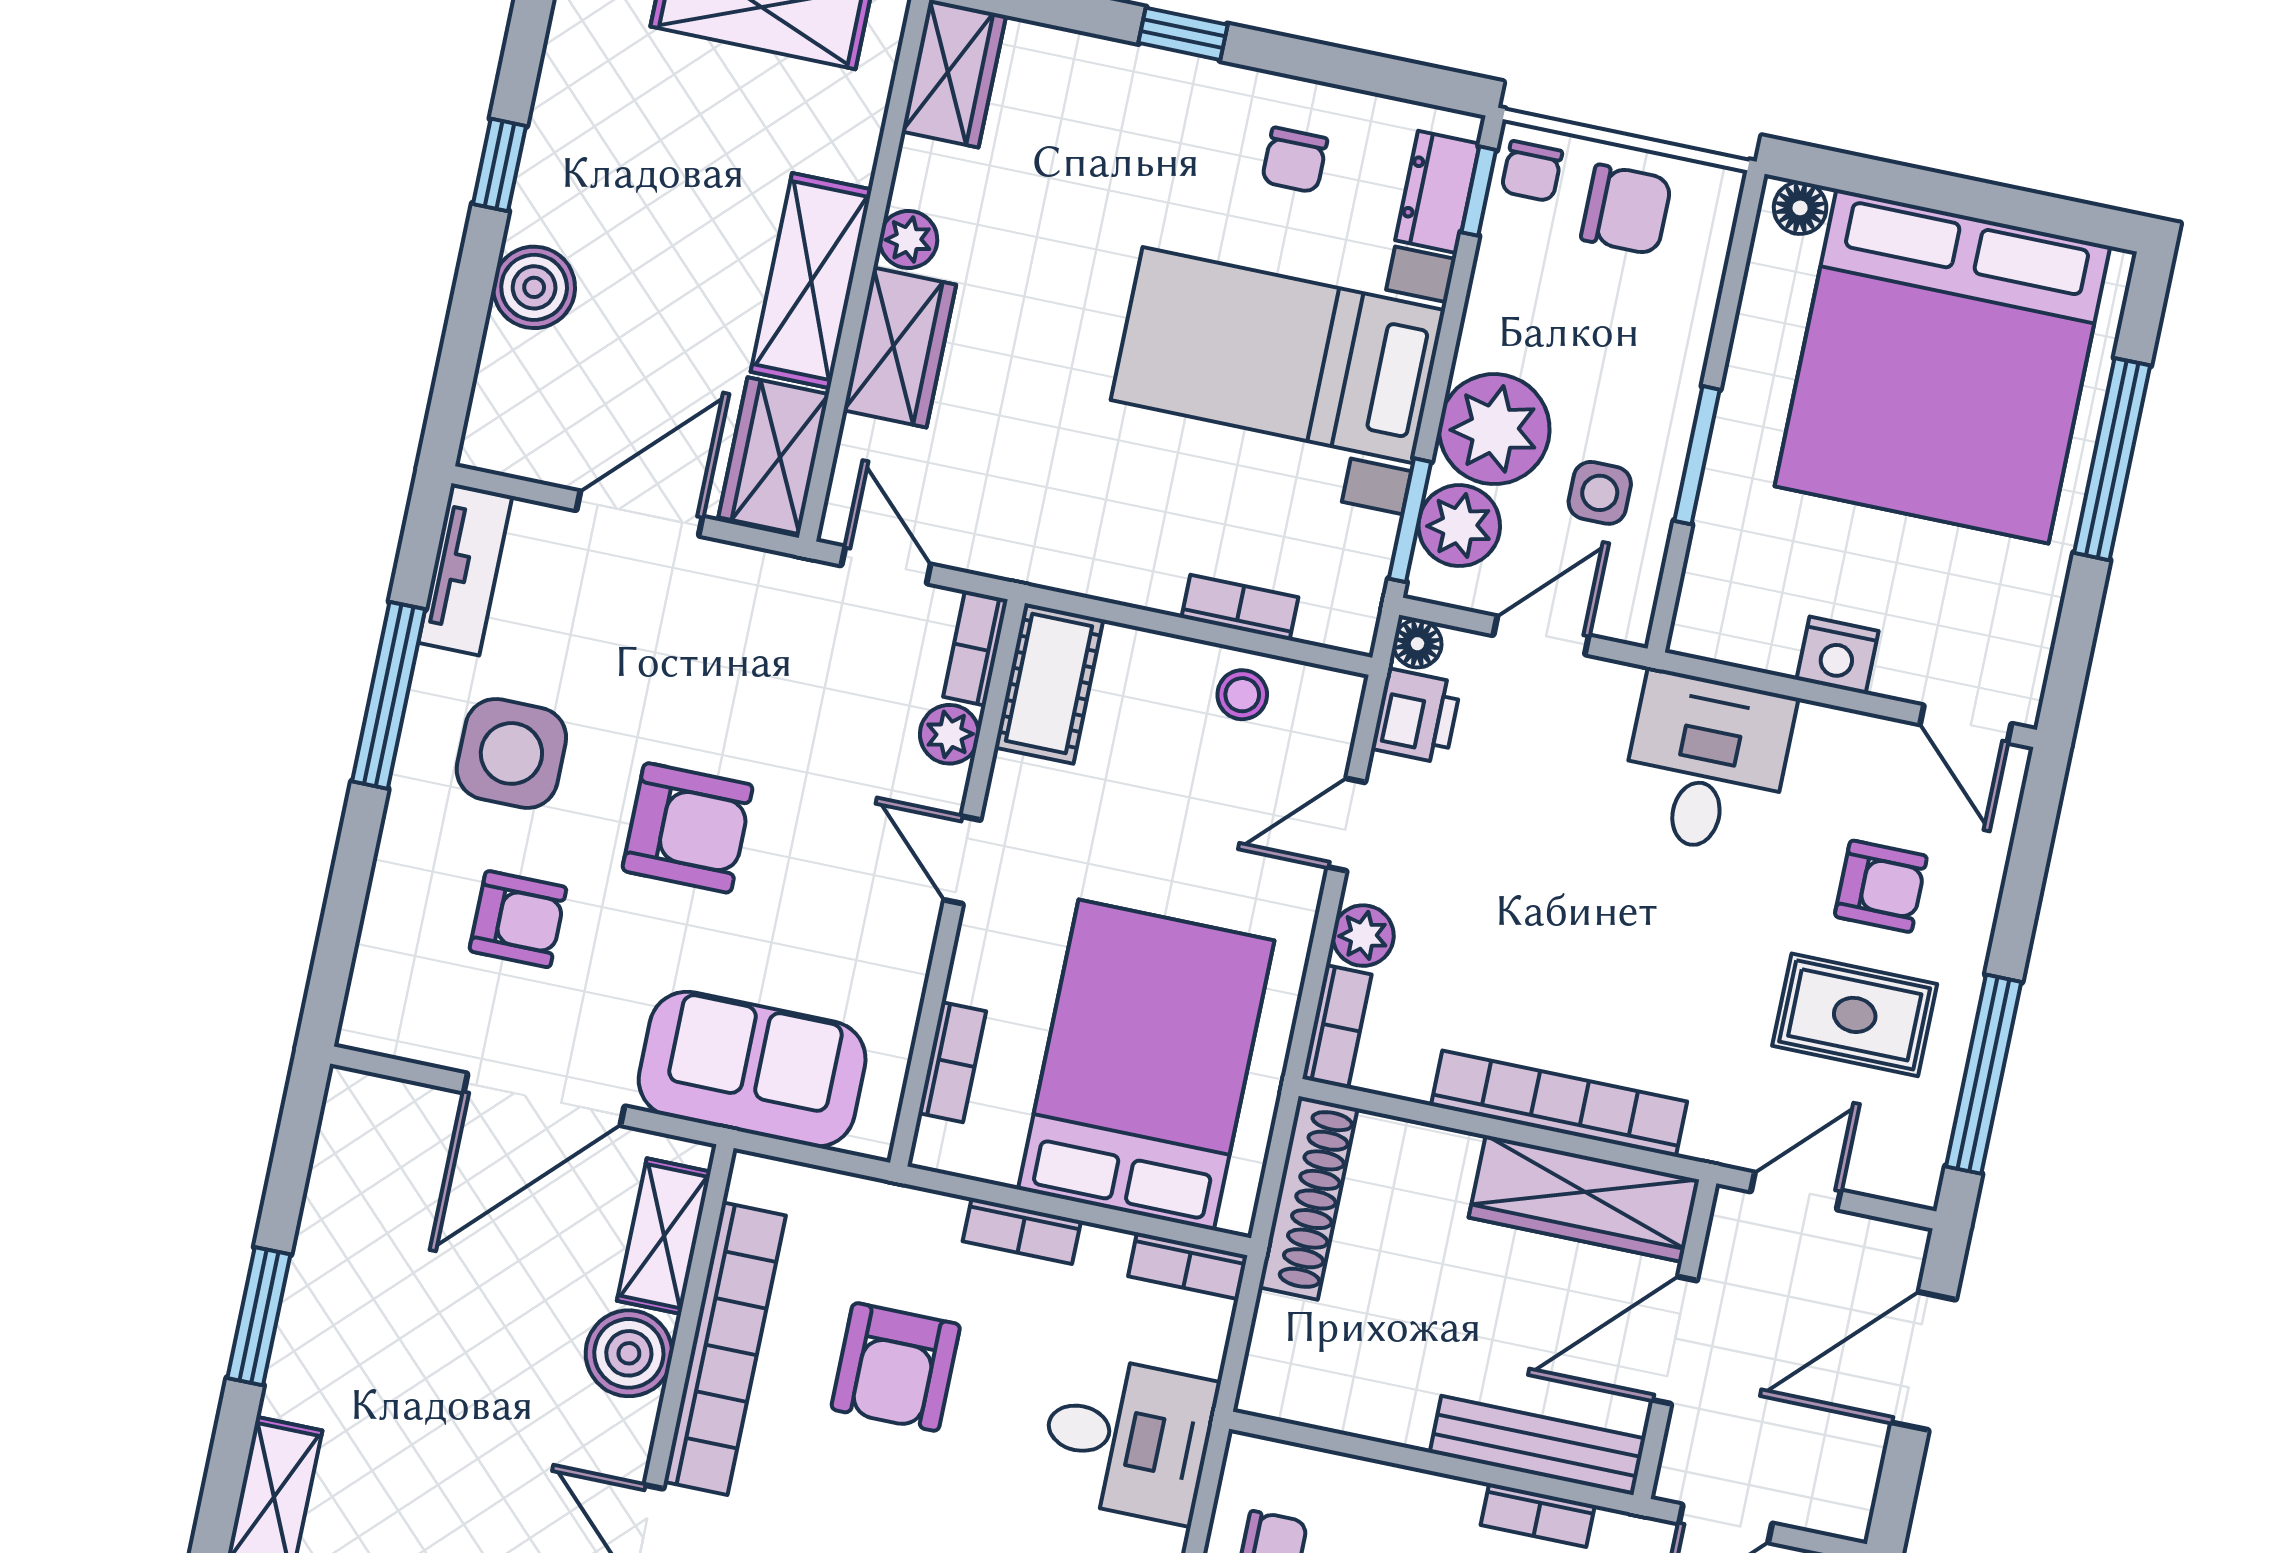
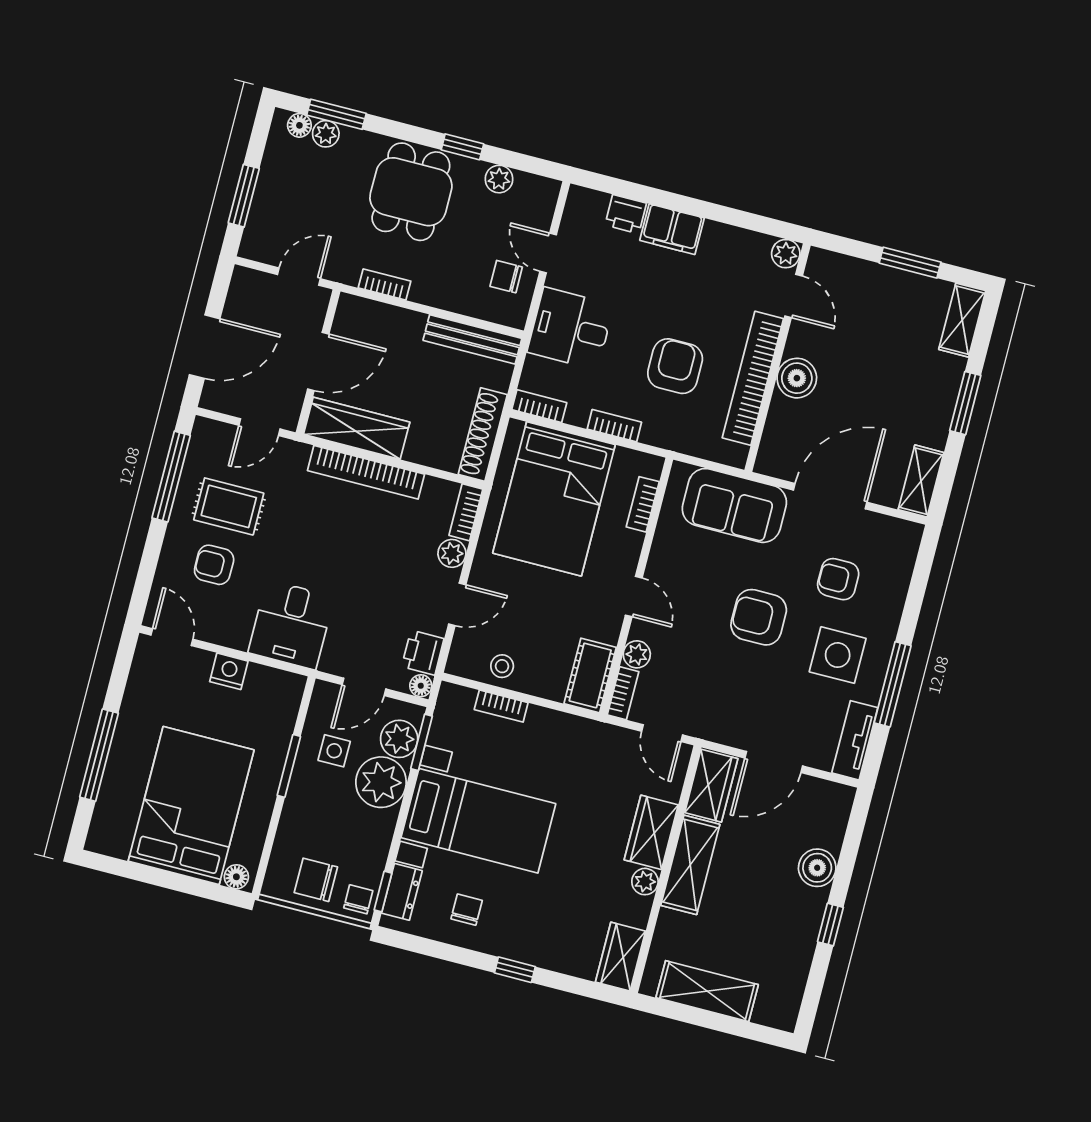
bed: (1942, 366) -> (191, 806), width x0.73
shelving: (664, 1236) -> (921, 481), moved
bench: (1537, 1446) -> (472, 339), moved

